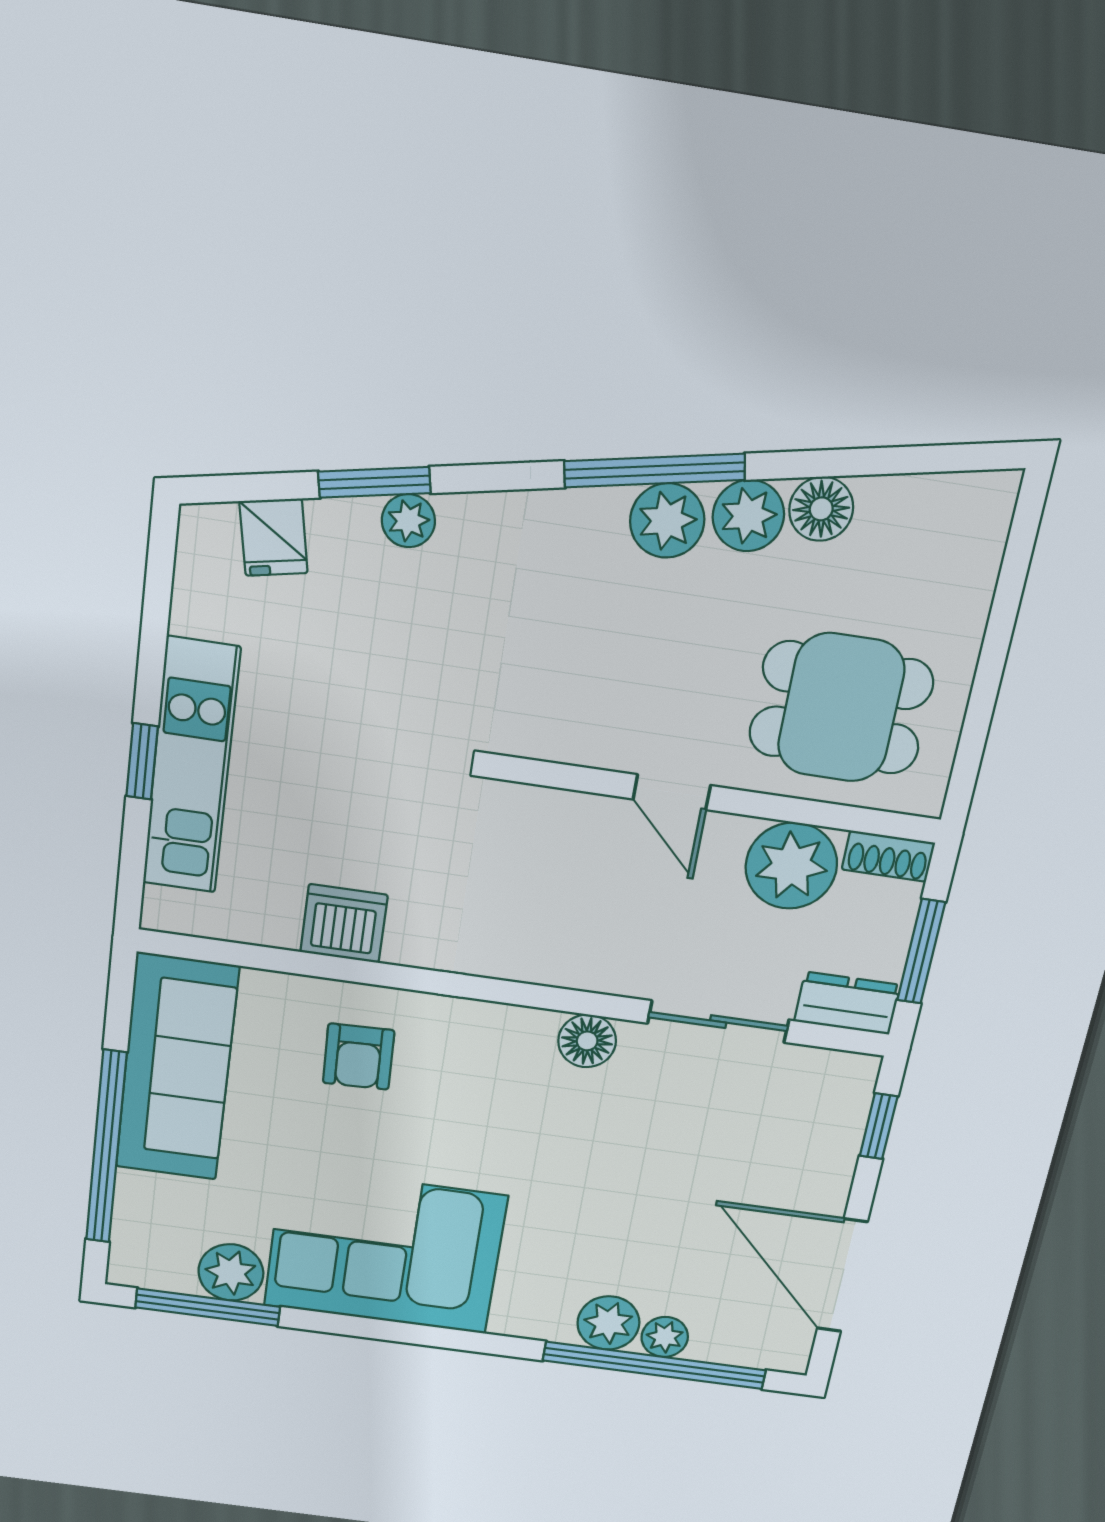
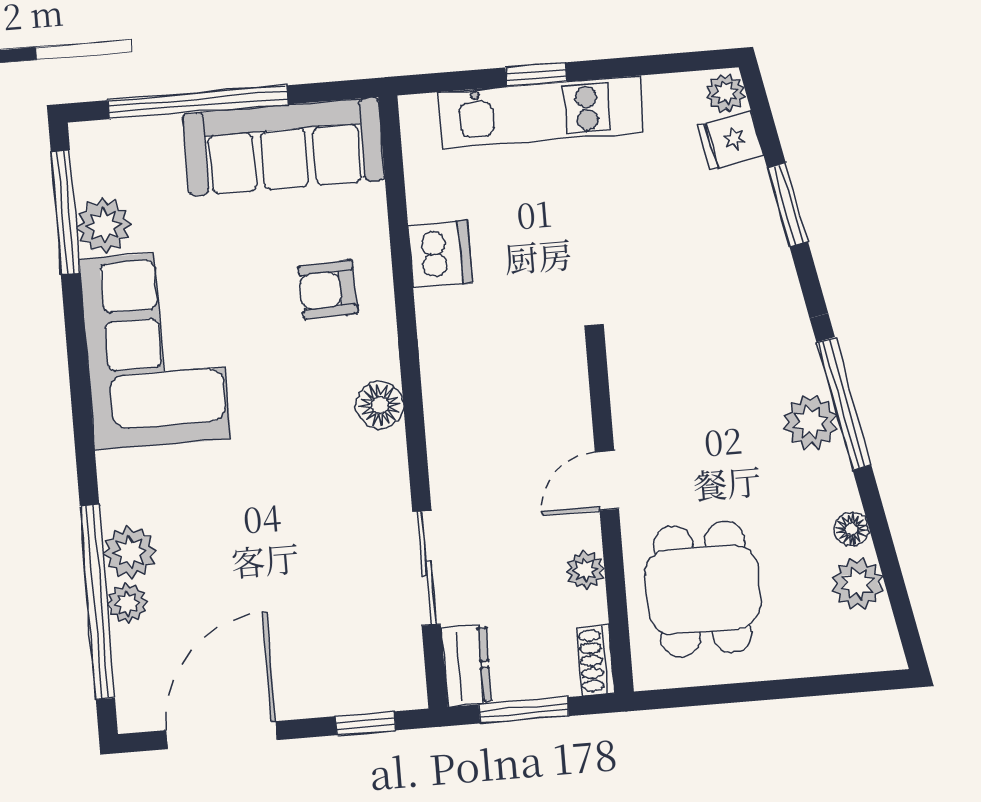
floor lamp: (821, 509) -> (851, 529), width x0.73, depth x0.73
plant: (748, 516) -> (857, 584), moved
plant: (408, 521) -> (726, 93), moved
plant: (791, 866) -> (585, 570), width x0.53, depth x0.53
floor lamp: (587, 1041) -> (380, 405), moved

